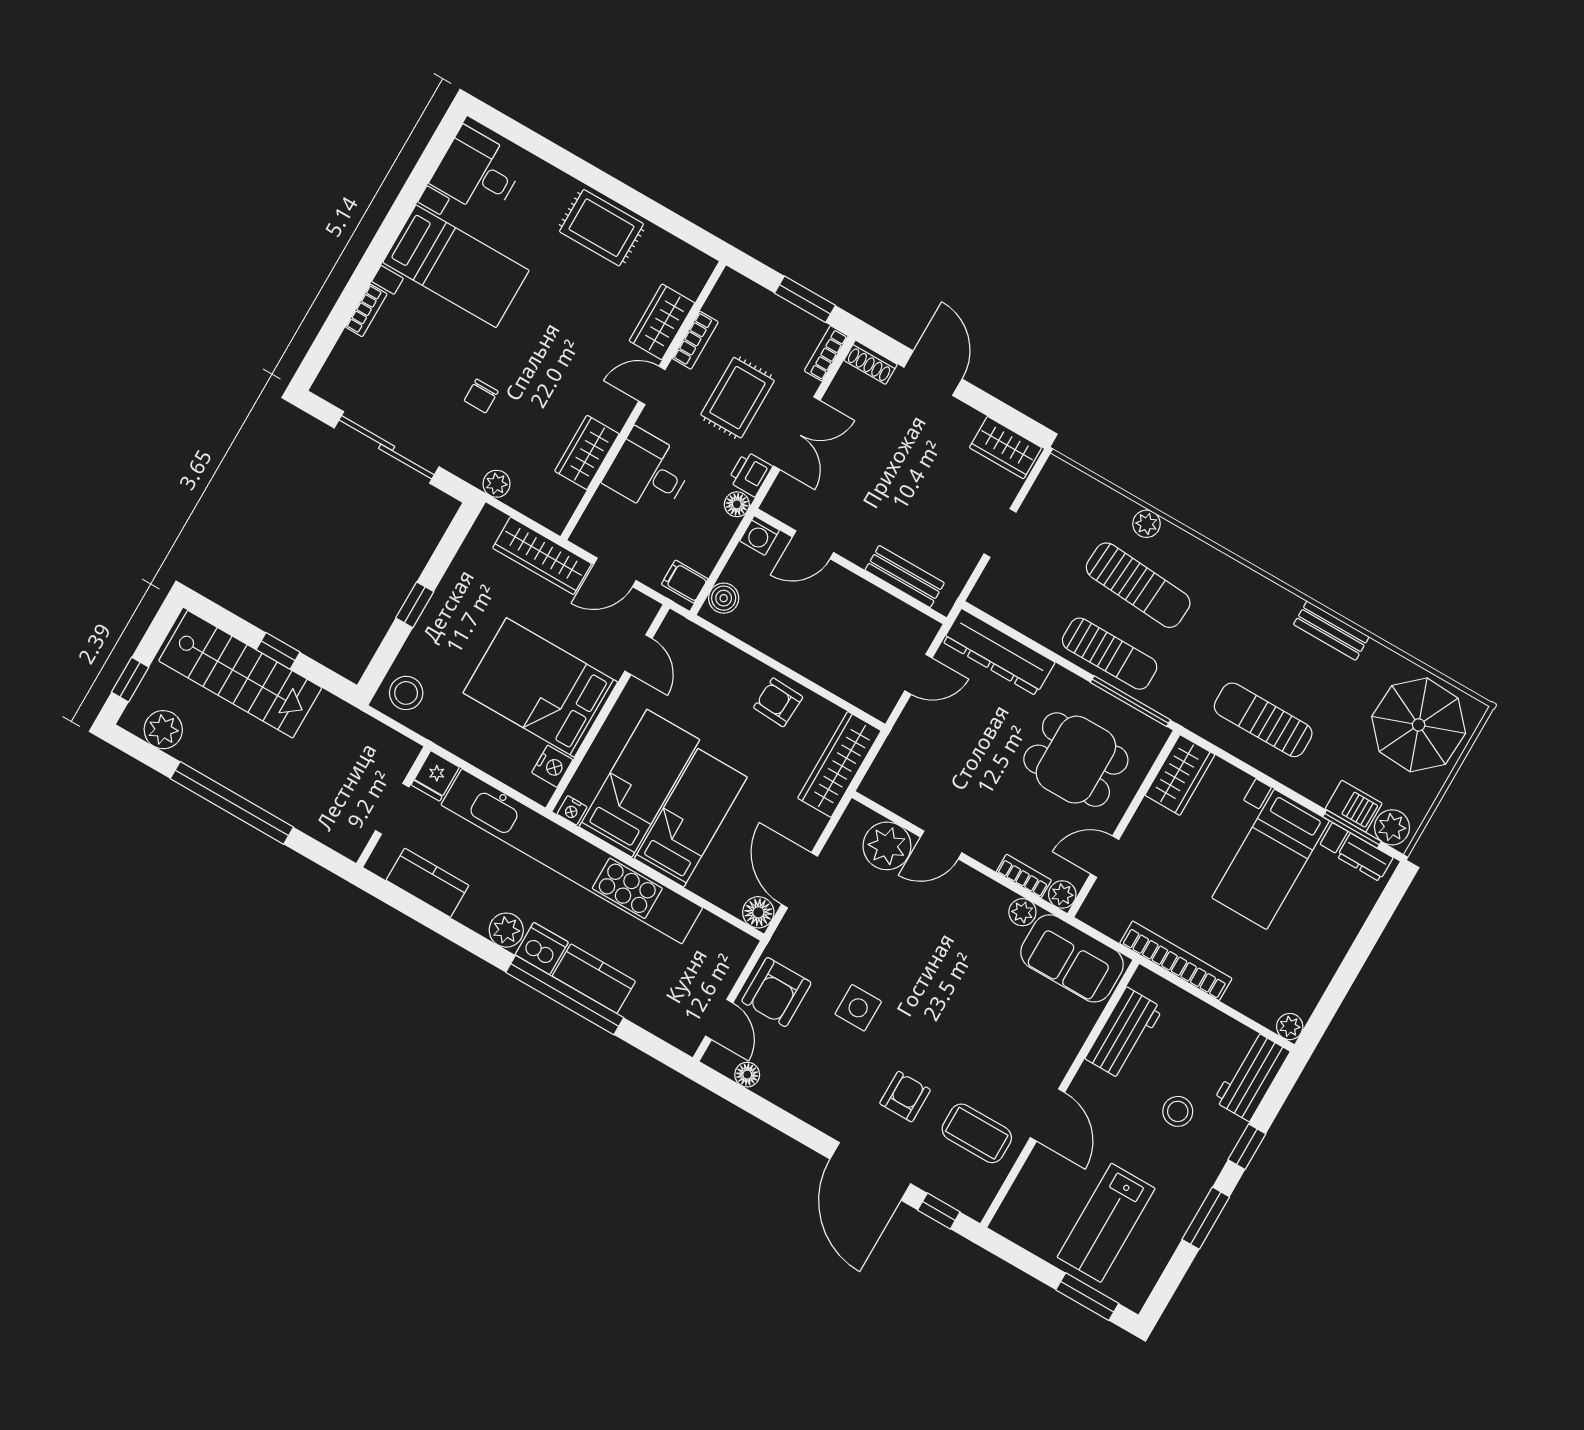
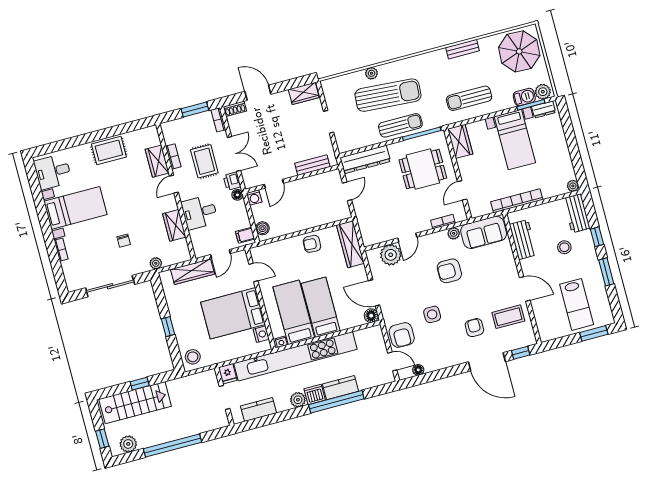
sun lounger: (1138, 585) -> (388, 95), width x1.36, depth x1.34
plant: (1062, 894) -> (461, 215), removed
armchair: (955, 965) -> (449, 271), added

